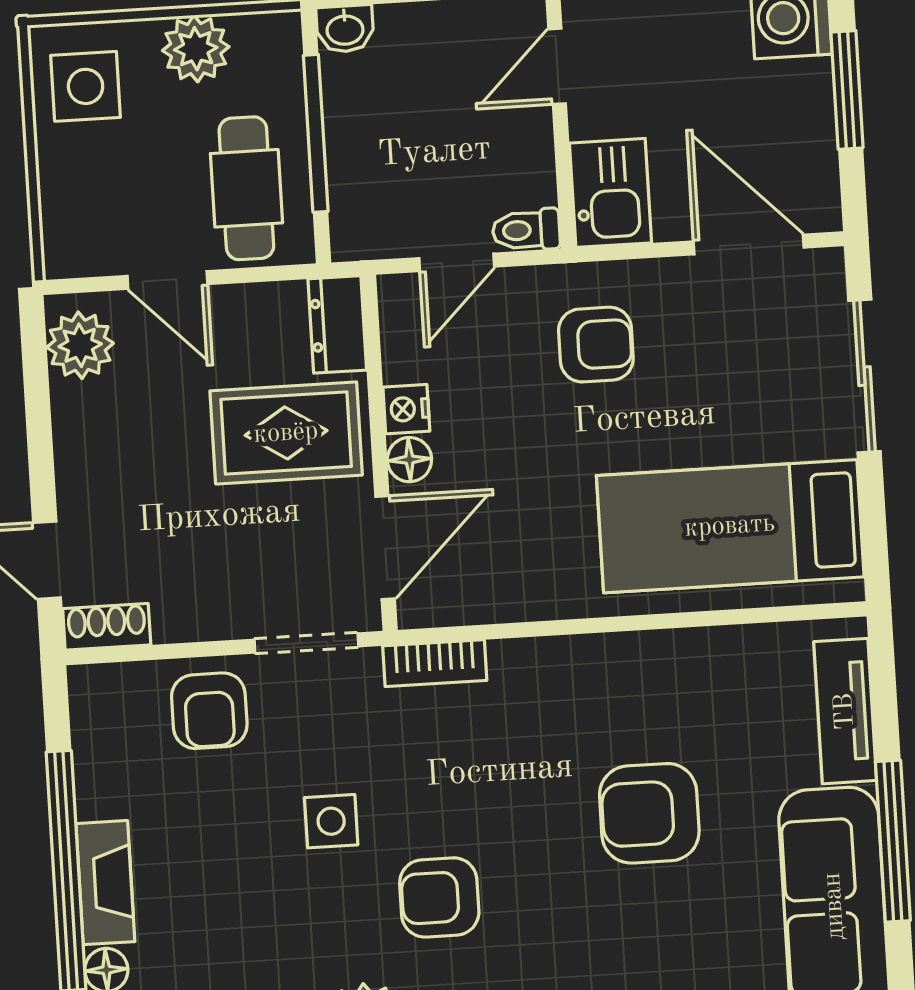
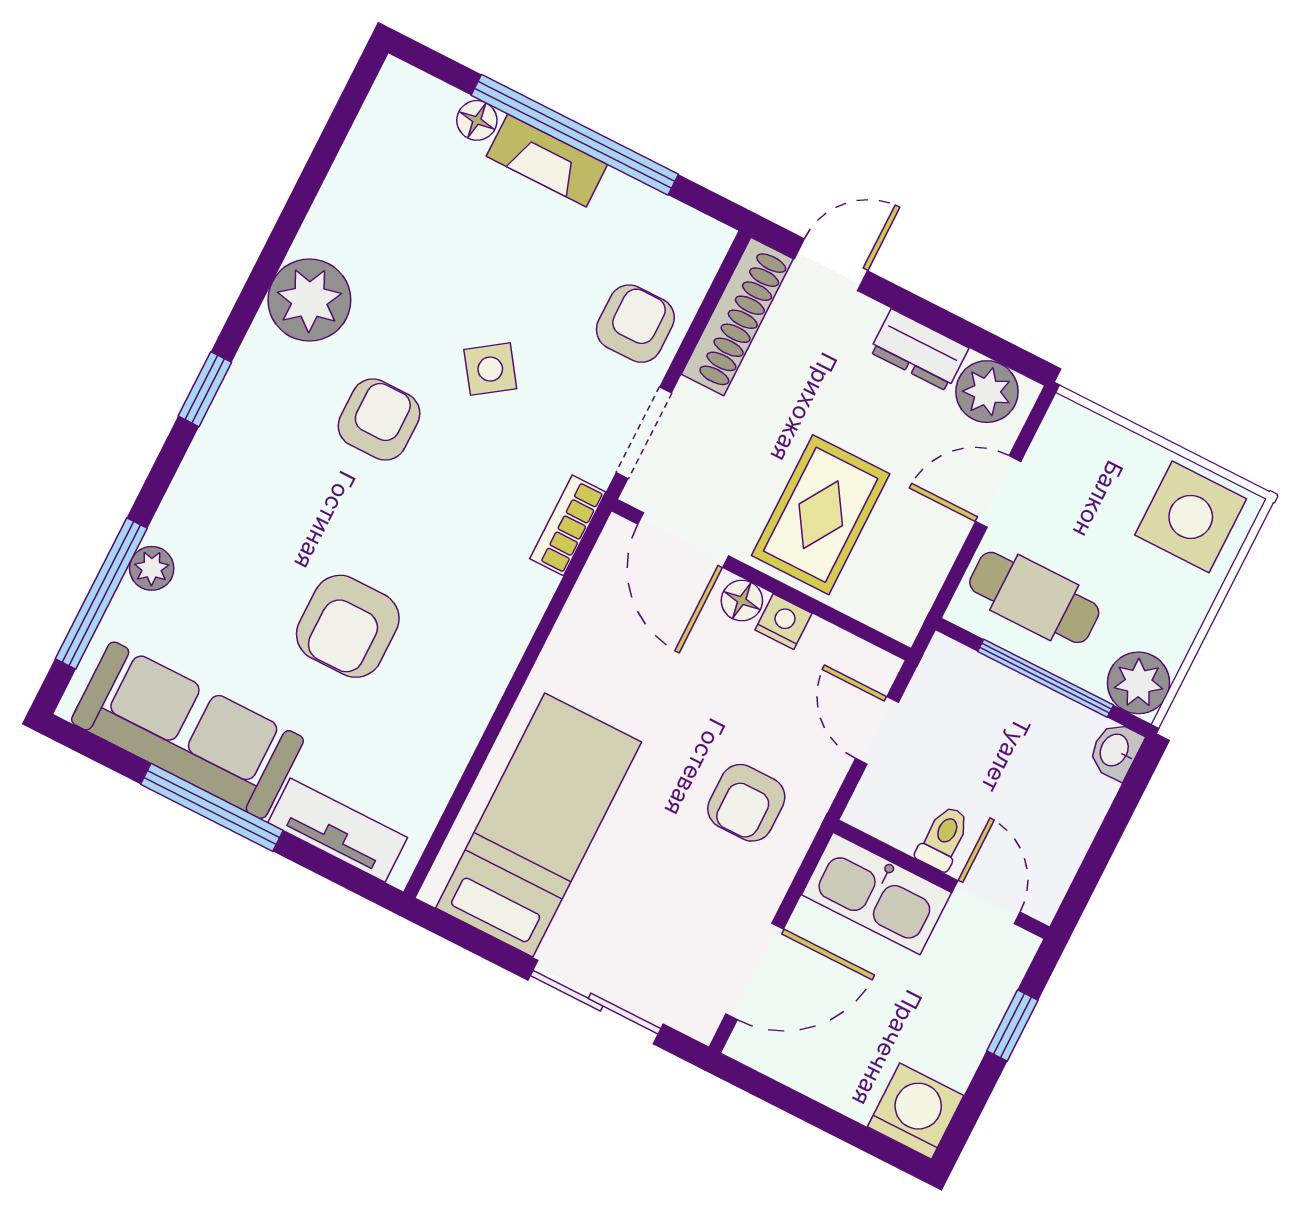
plant: (196, 49) -> (1138, 683), moved
side table: (86, 86) -> (1191, 517), width x1.37, depth x1.37
window: (847, 90) -> (832, 1122), removed
kitchen sink: (610, 193) -> (877, 894), width x1.38
toilet: (526, 230) -> (943, 838), moved
dresser: (337, 324) -> (919, 350), moved, turned 180
shoe rack: (107, 627) -> (737, 316), width x1.94, depth x1.24
armchair: (209, 711) -> (635, 324), turned 90
armchair: (649, 813) -> (348, 626), turned 180
side table: (331, 821) -> (490, 369), turned -35

